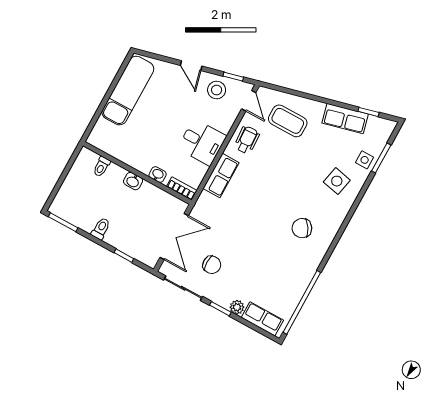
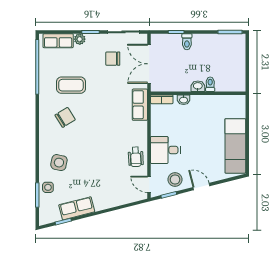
coffee table: (288, 121) -> (71, 85), moved
desk: (202, 142) -> (165, 150), moved
toilet: (101, 167) -> (210, 84), moved
row of seats: (221, 176) -> (140, 105), moved
toilet: (101, 229) -> (187, 42), moved

